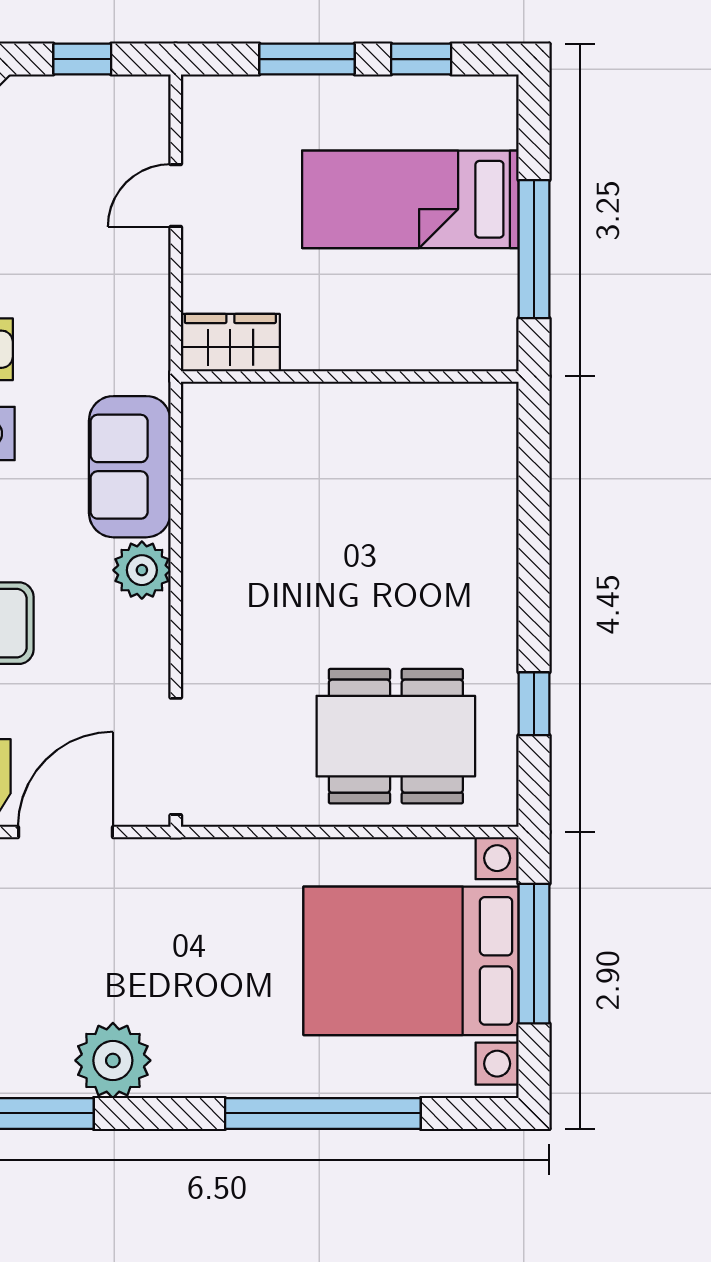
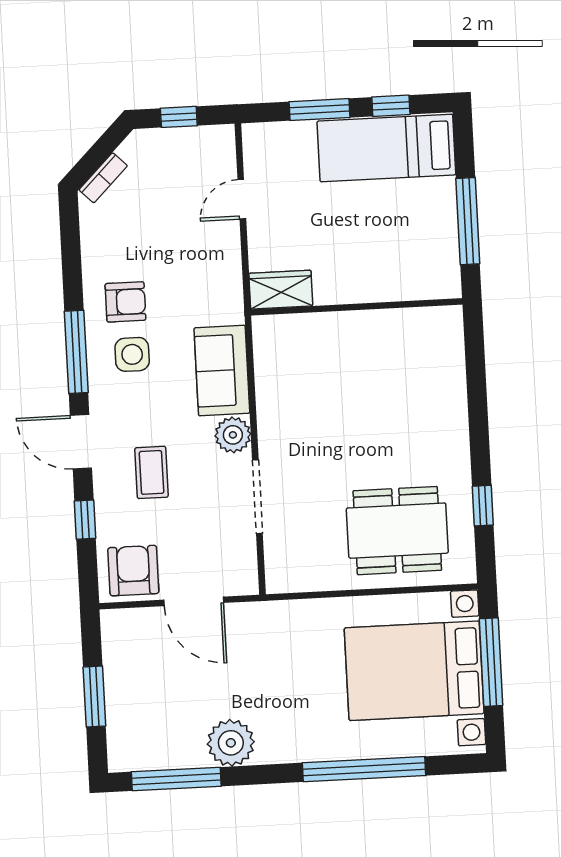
bed: (410, 199) -> (386, 148), moved
doorway: (176, 756) -> (257, 497), moved
door: (66, 832) -> (194, 601), swing flipped

